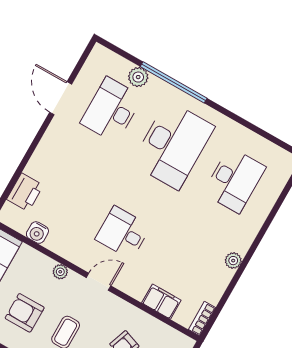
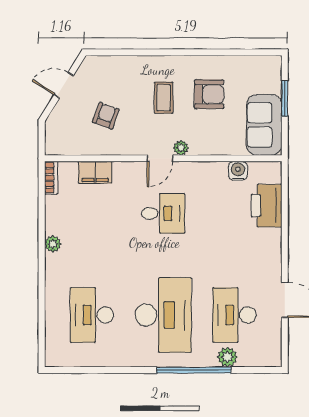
desk: (111, 110) -> (234, 315), turned 180
desk: (173, 145) -> (163, 315), turned 180
printer: (25, 192) -> (266, 206), width x1.37, depth x1.19
plant: (60, 272) -> (181, 148), moved

